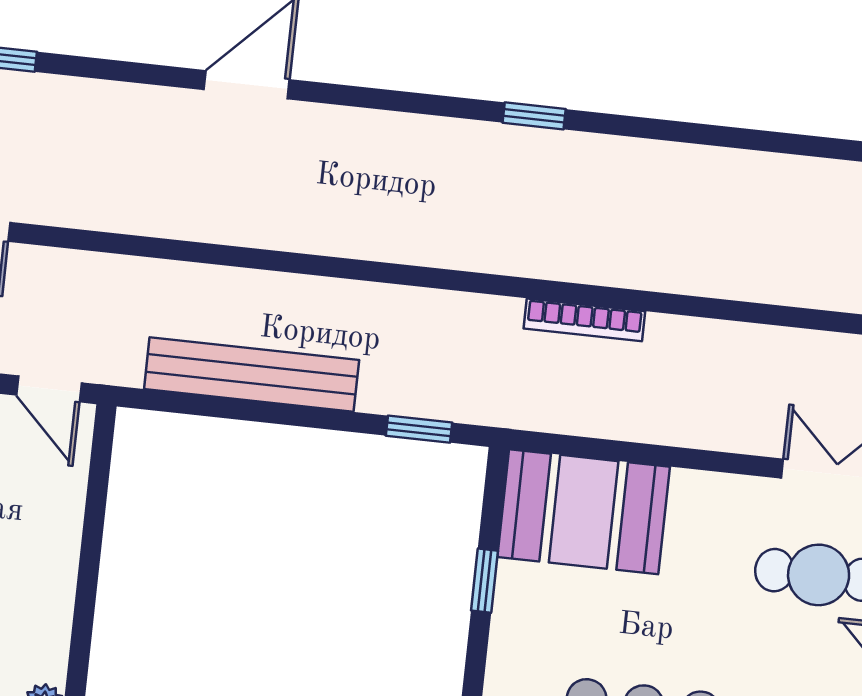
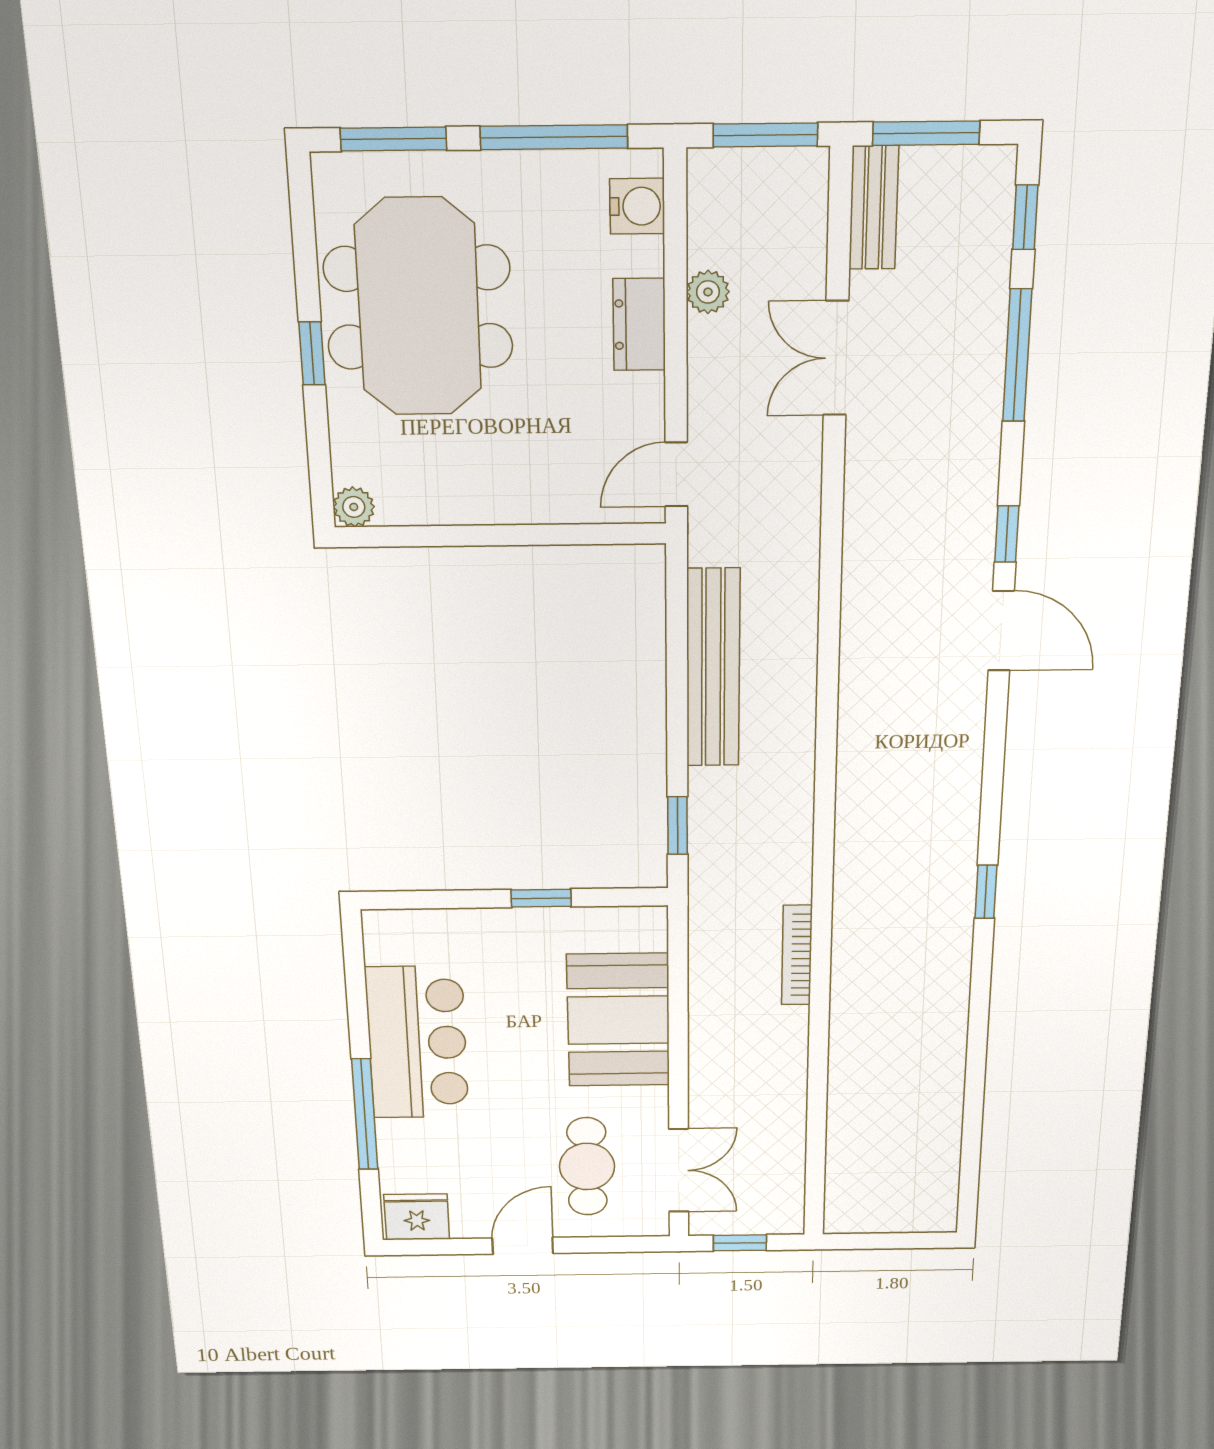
window: (147, 74) -> (1007, 534), added
booth: (584, 512) -> (618, 1020), moved

